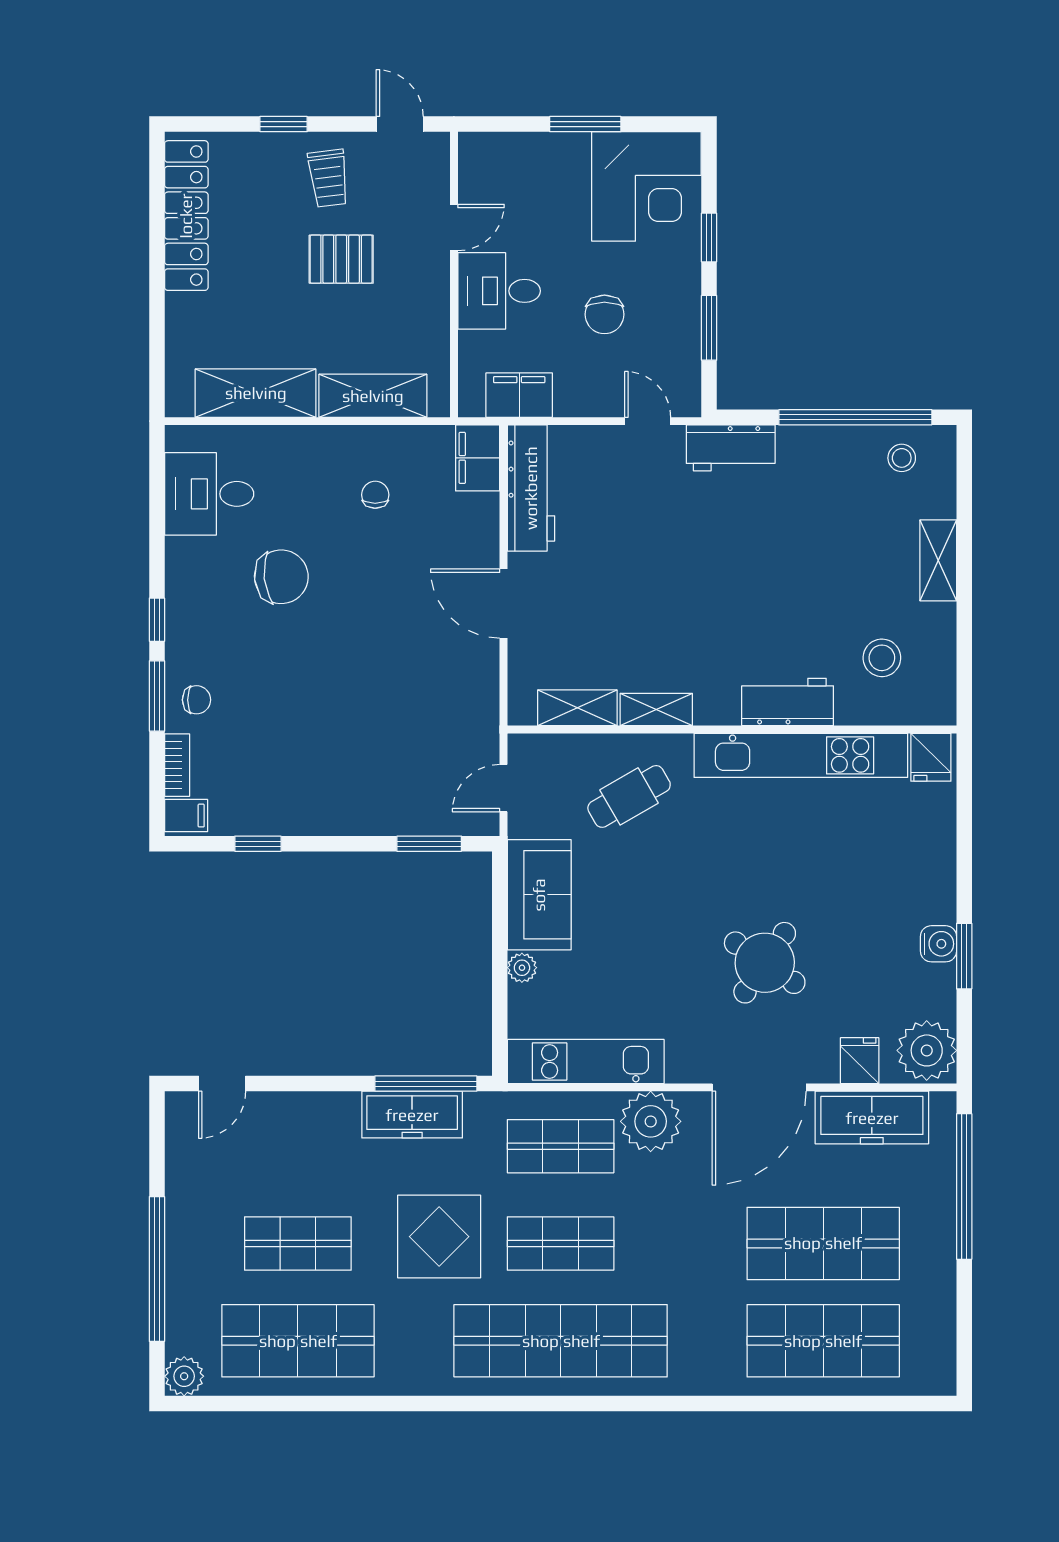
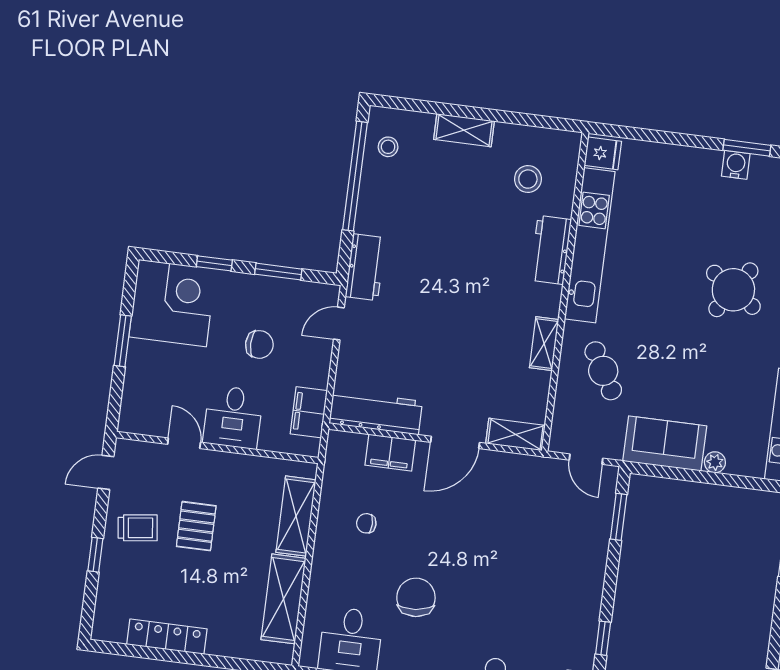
locker: (186, 216) -> (167, 637), width x0.71, depth x0.83
filing cabinet: (478, 458) -> (390, 453), moved
shelving: (577, 708) -> (515, 434), moved, turned 90

